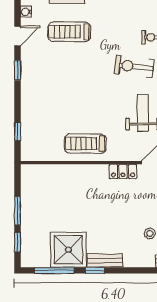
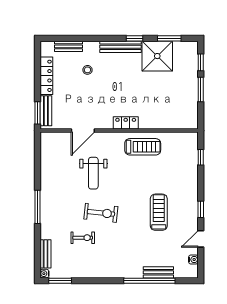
treadmill: (69, 32) -> (159, 212), moved, turned -90
locker: (123, 171) -> (126, 123), moved
bench: (105, 261) -> (121, 47), width x1.36
window: (54, 270) -> (169, 38), width x0.69

